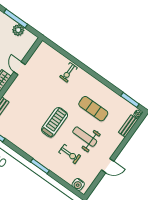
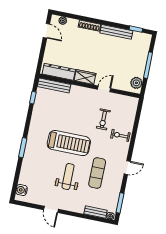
plant: (18, 30) -> (136, 83), moved
door: (101, 79) -> (127, 168), added
treadmill: (55, 122) -> (69, 143), width x1.37, depth x1.38
exercise bike: (70, 154) -> (103, 119), moved

